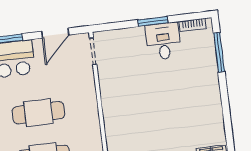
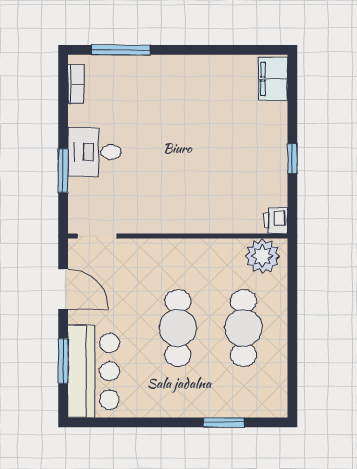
window: (153, 21) -> (63, 171), moved
desk: (163, 41) -> (94, 152), moved

